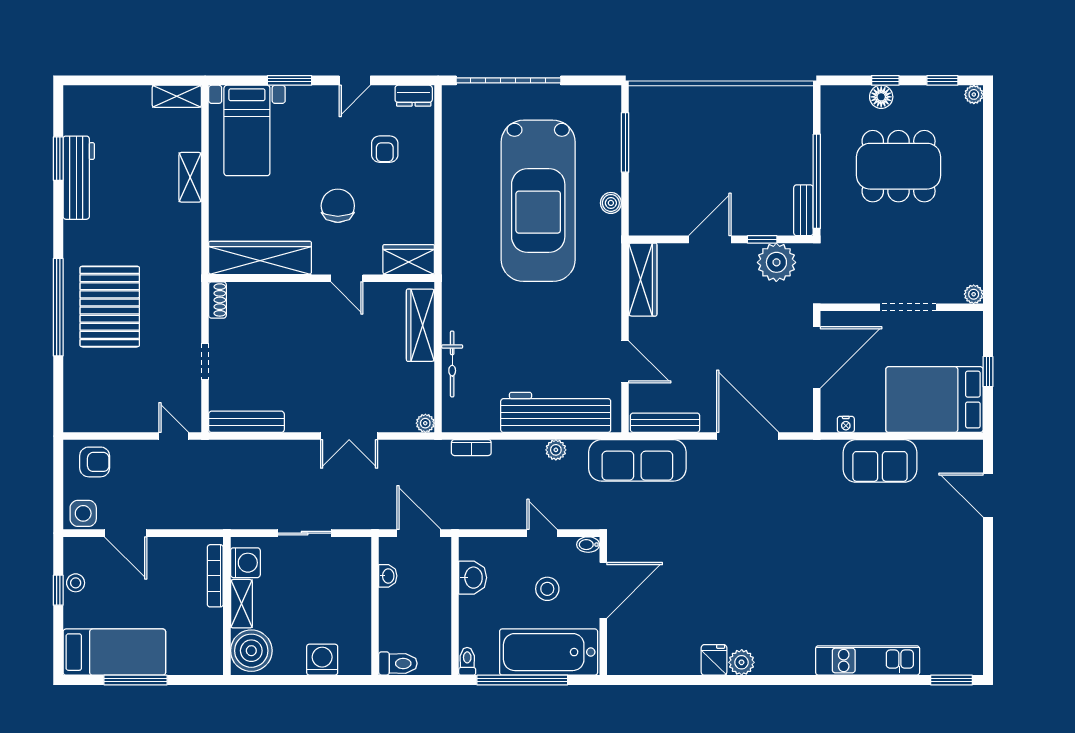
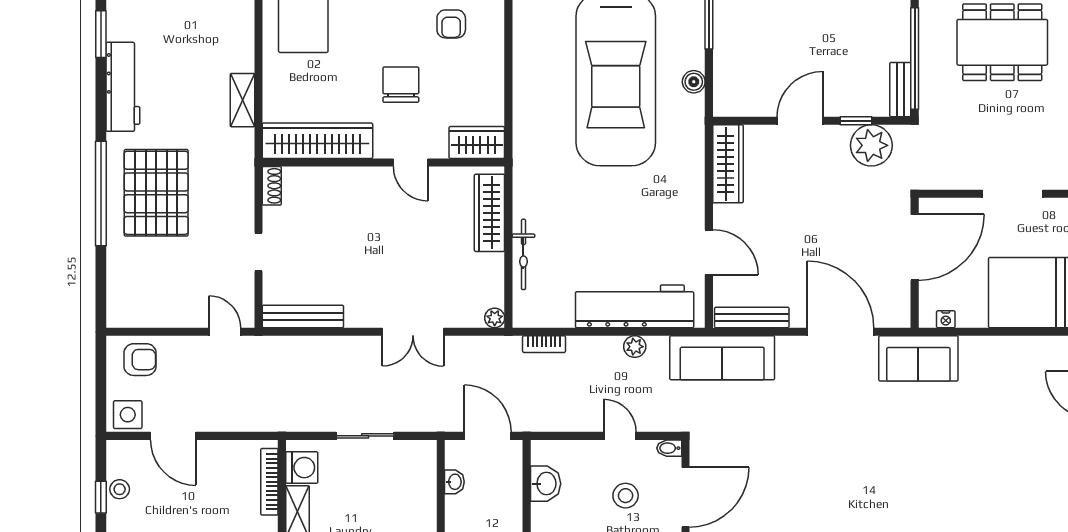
shelving: (190, 177) -> (243, 100), moved
workbench: (79, 178) -> (123, 87), moved
sofa: (880, 461) -> (918, 358), moved

